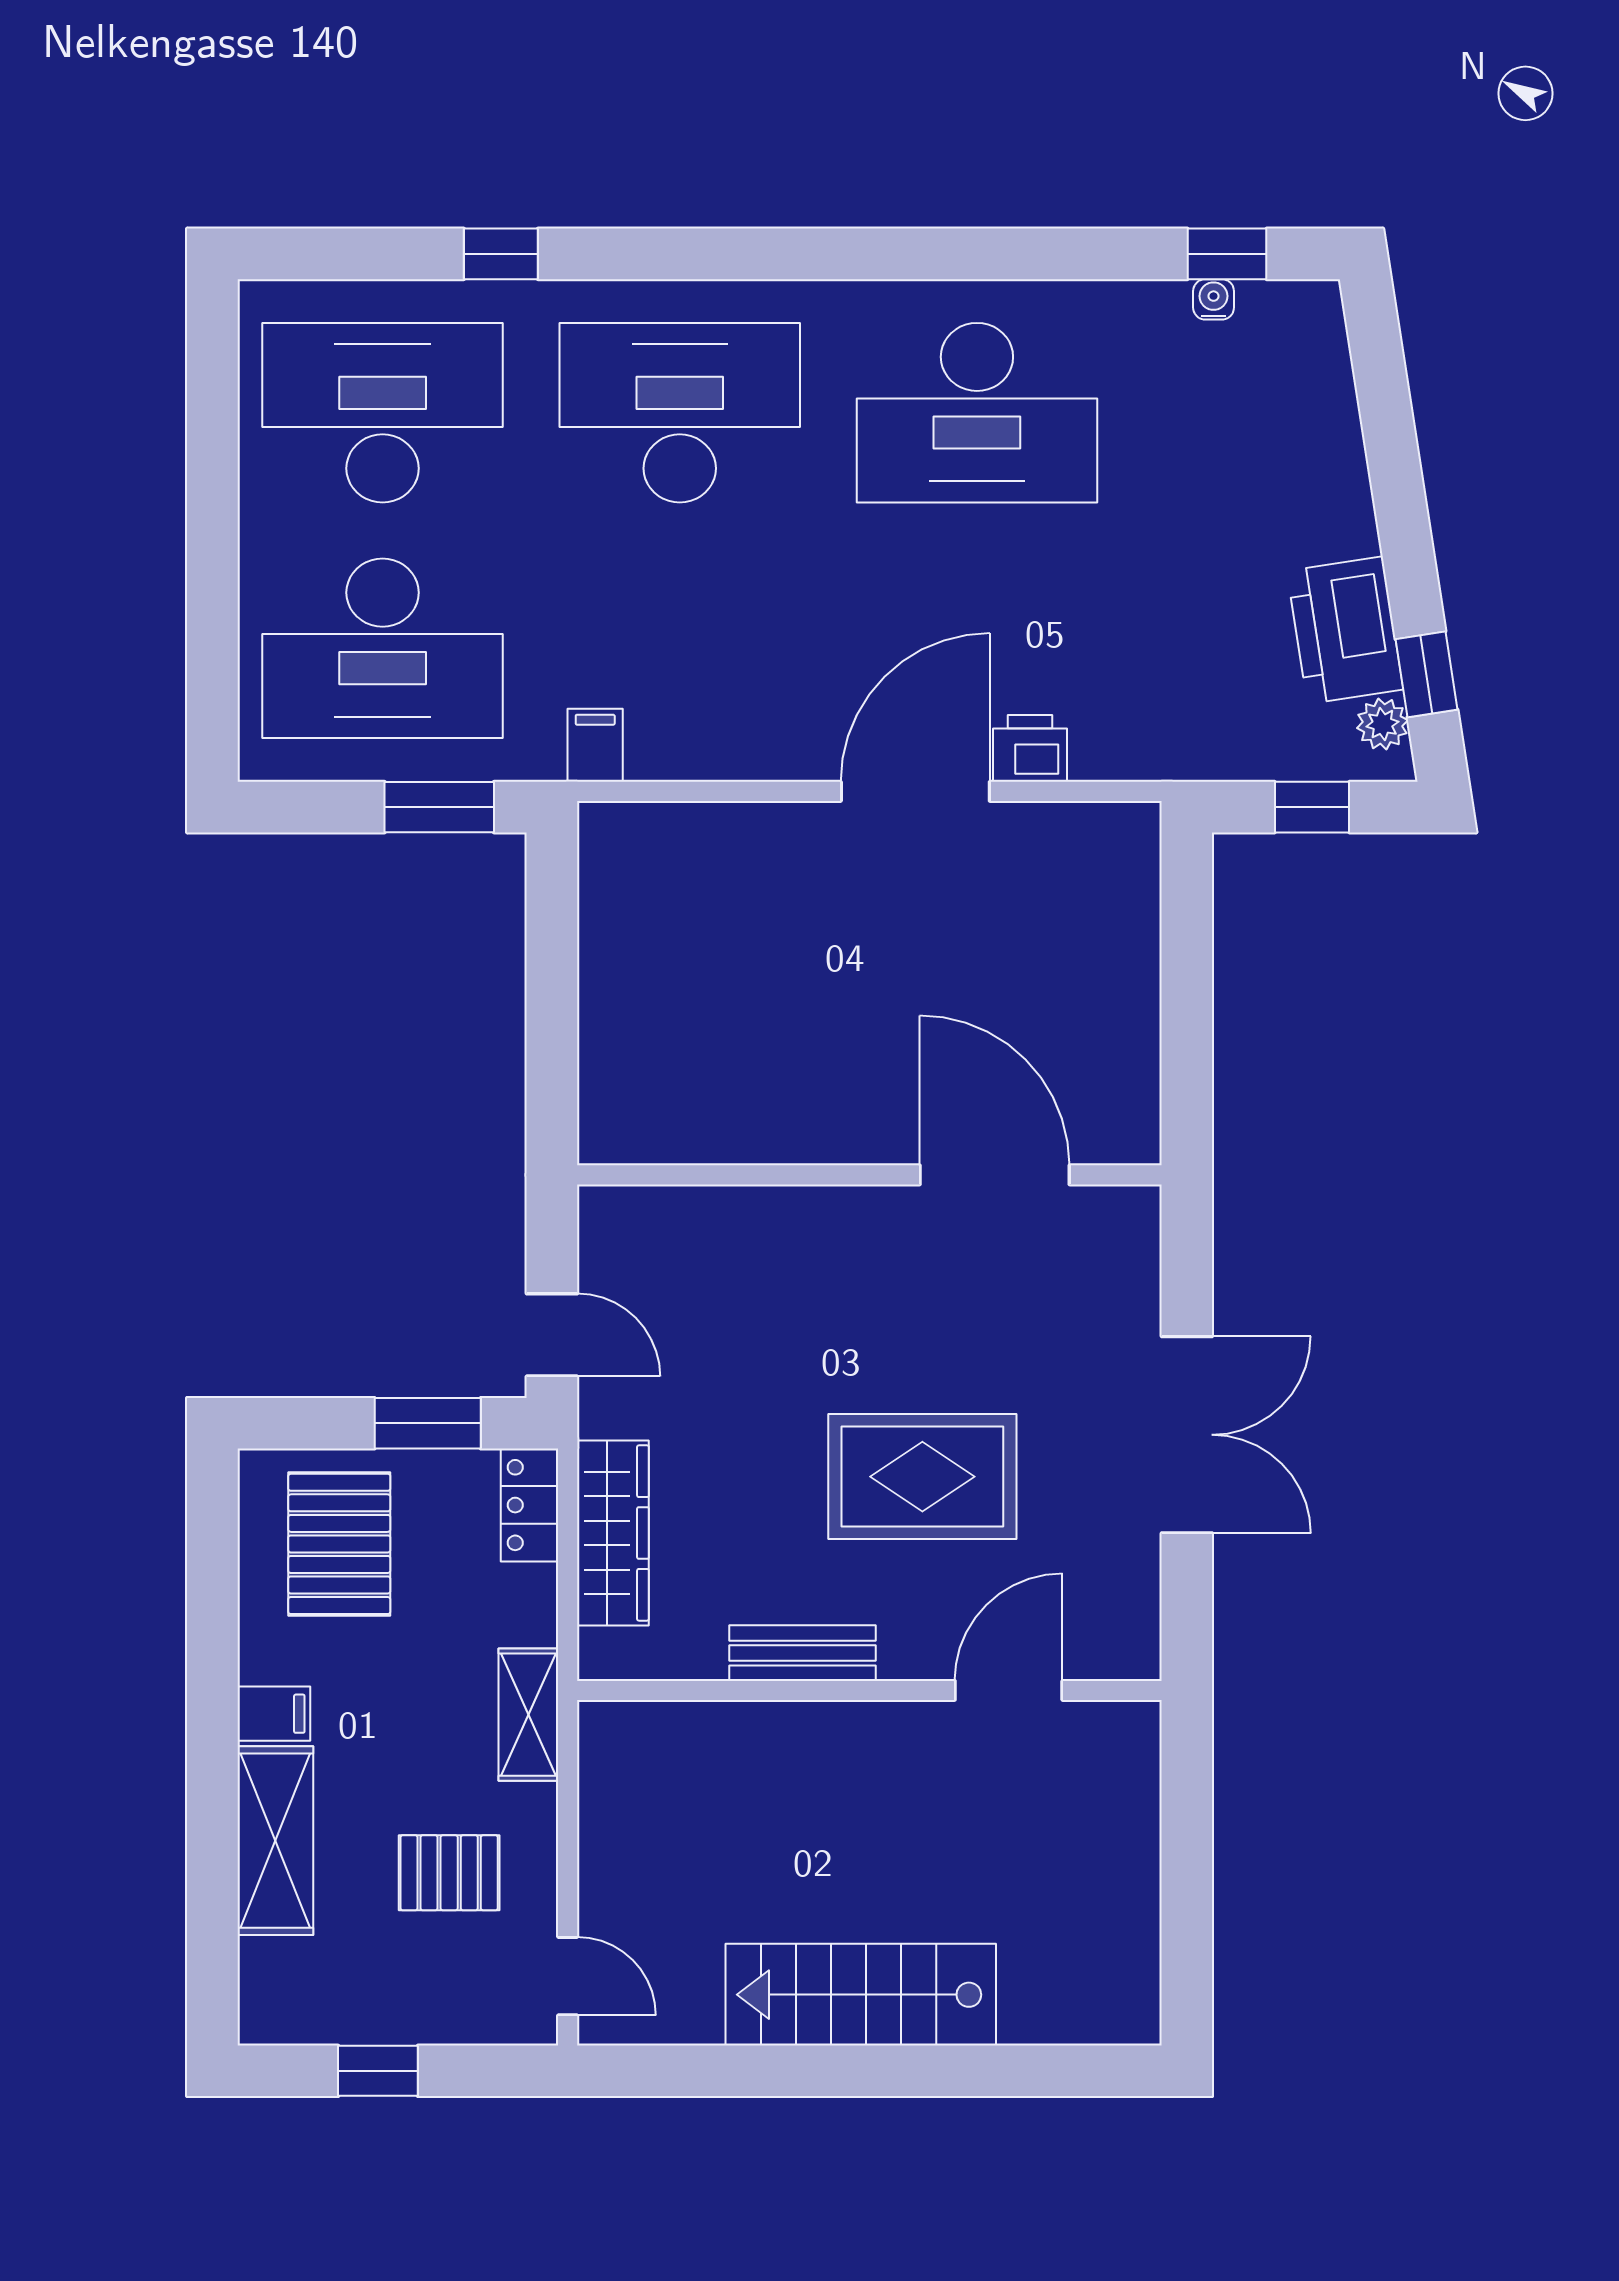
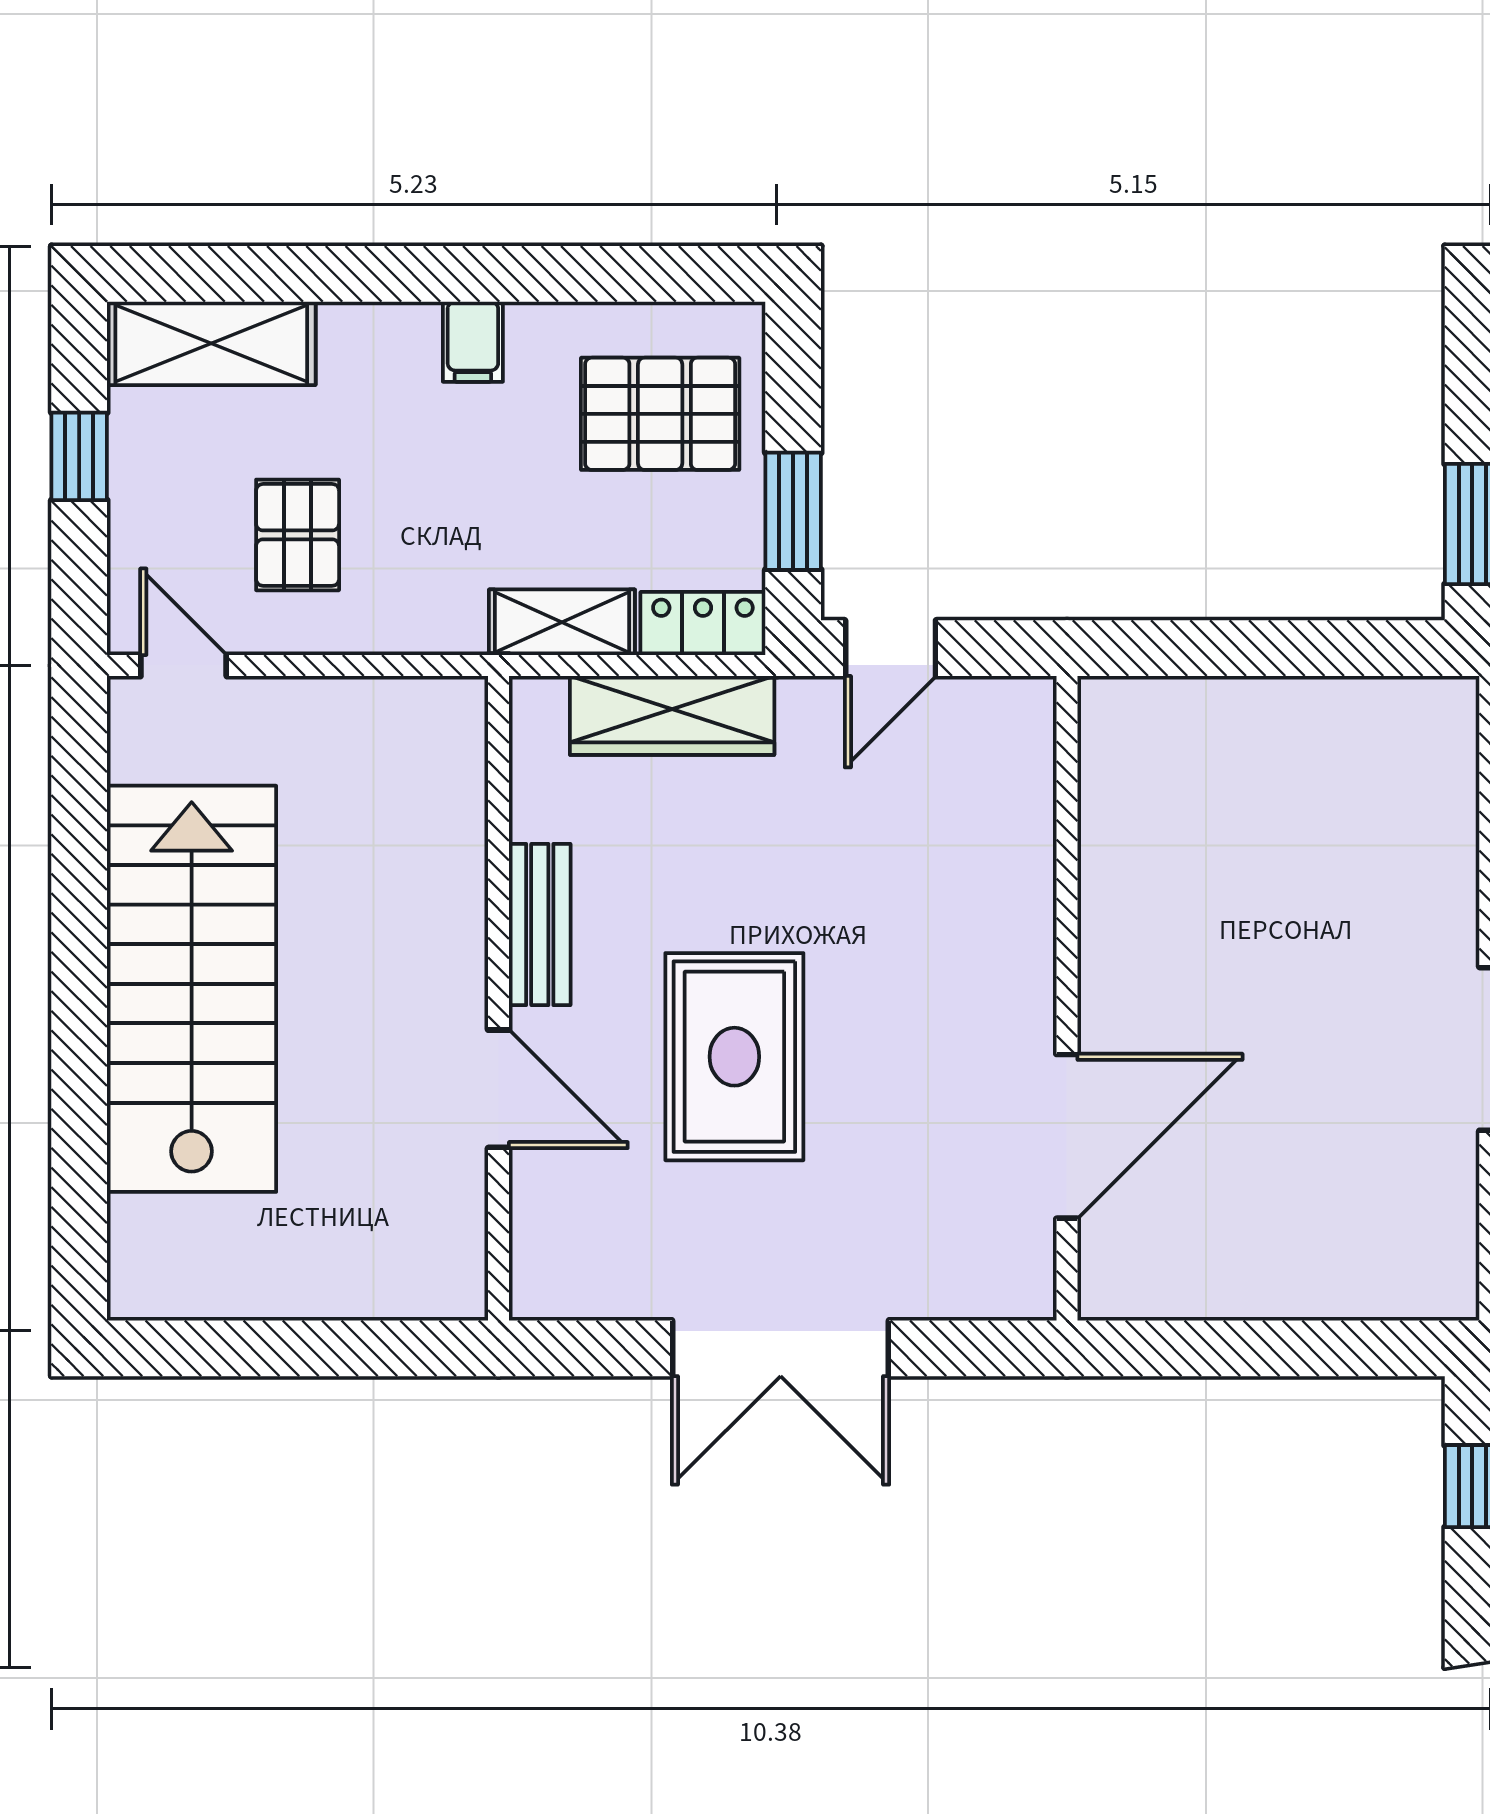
door: (1009, 1690) -> (499, 1089), moved
shelving: (528, 1715) -> (562, 622), moved
shelving: (275, 1841) -> (211, 343), moved
door: (568, 1976) -> (184, 665), swing flipped
stairs: (861, 1995) -> (192, 989), width x1.36, depth x1.51

